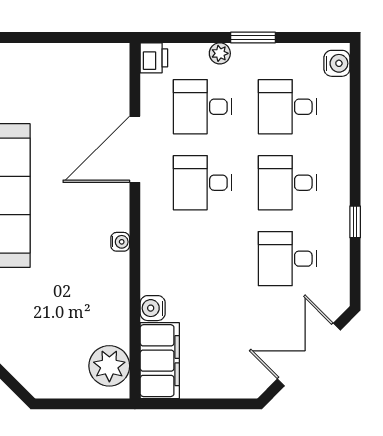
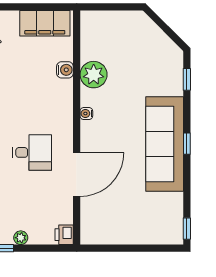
desk: (203, 107) -> (32, 203), removed
filing cabinet: (160, 361) -> (45, 23), moved, turned -90
plant: (109, 366) -> (94, 75), moved

